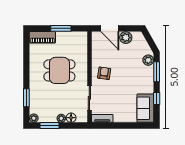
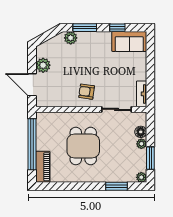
window: (61, 28) -> (32, 144), width x2.11
door: (110, 28) -> (32, 85), swing flipped

